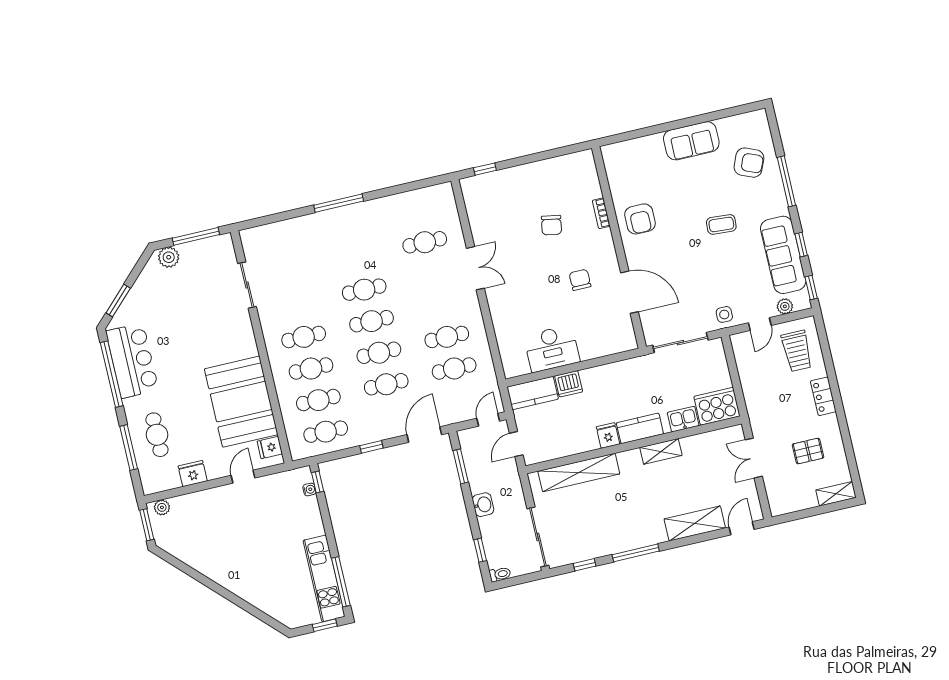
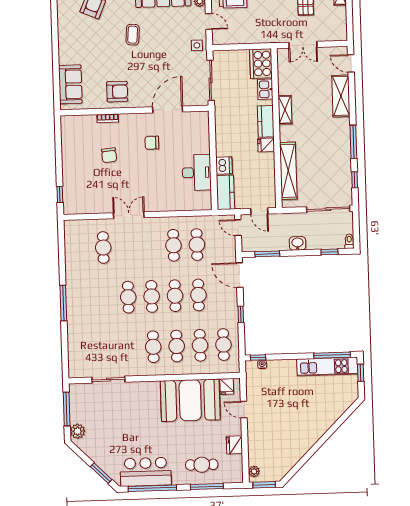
sofa: (691, 141) -> (70, 84), moved
chair: (551, 225) -> (109, 155), turned 75

